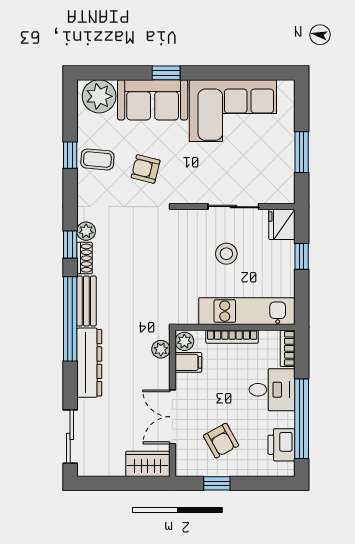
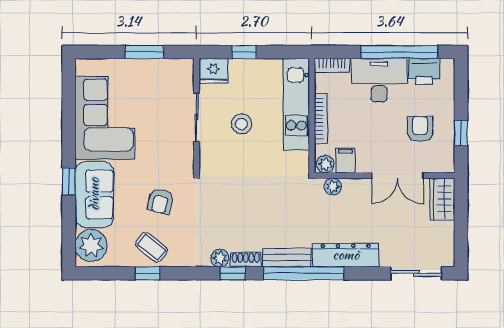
coffee table: (97, 159) -> (151, 247), turned -56
desk: (272, 390) -> (379, 80), width x1.37
armchair: (221, 441) -> (420, 129), turned -61

